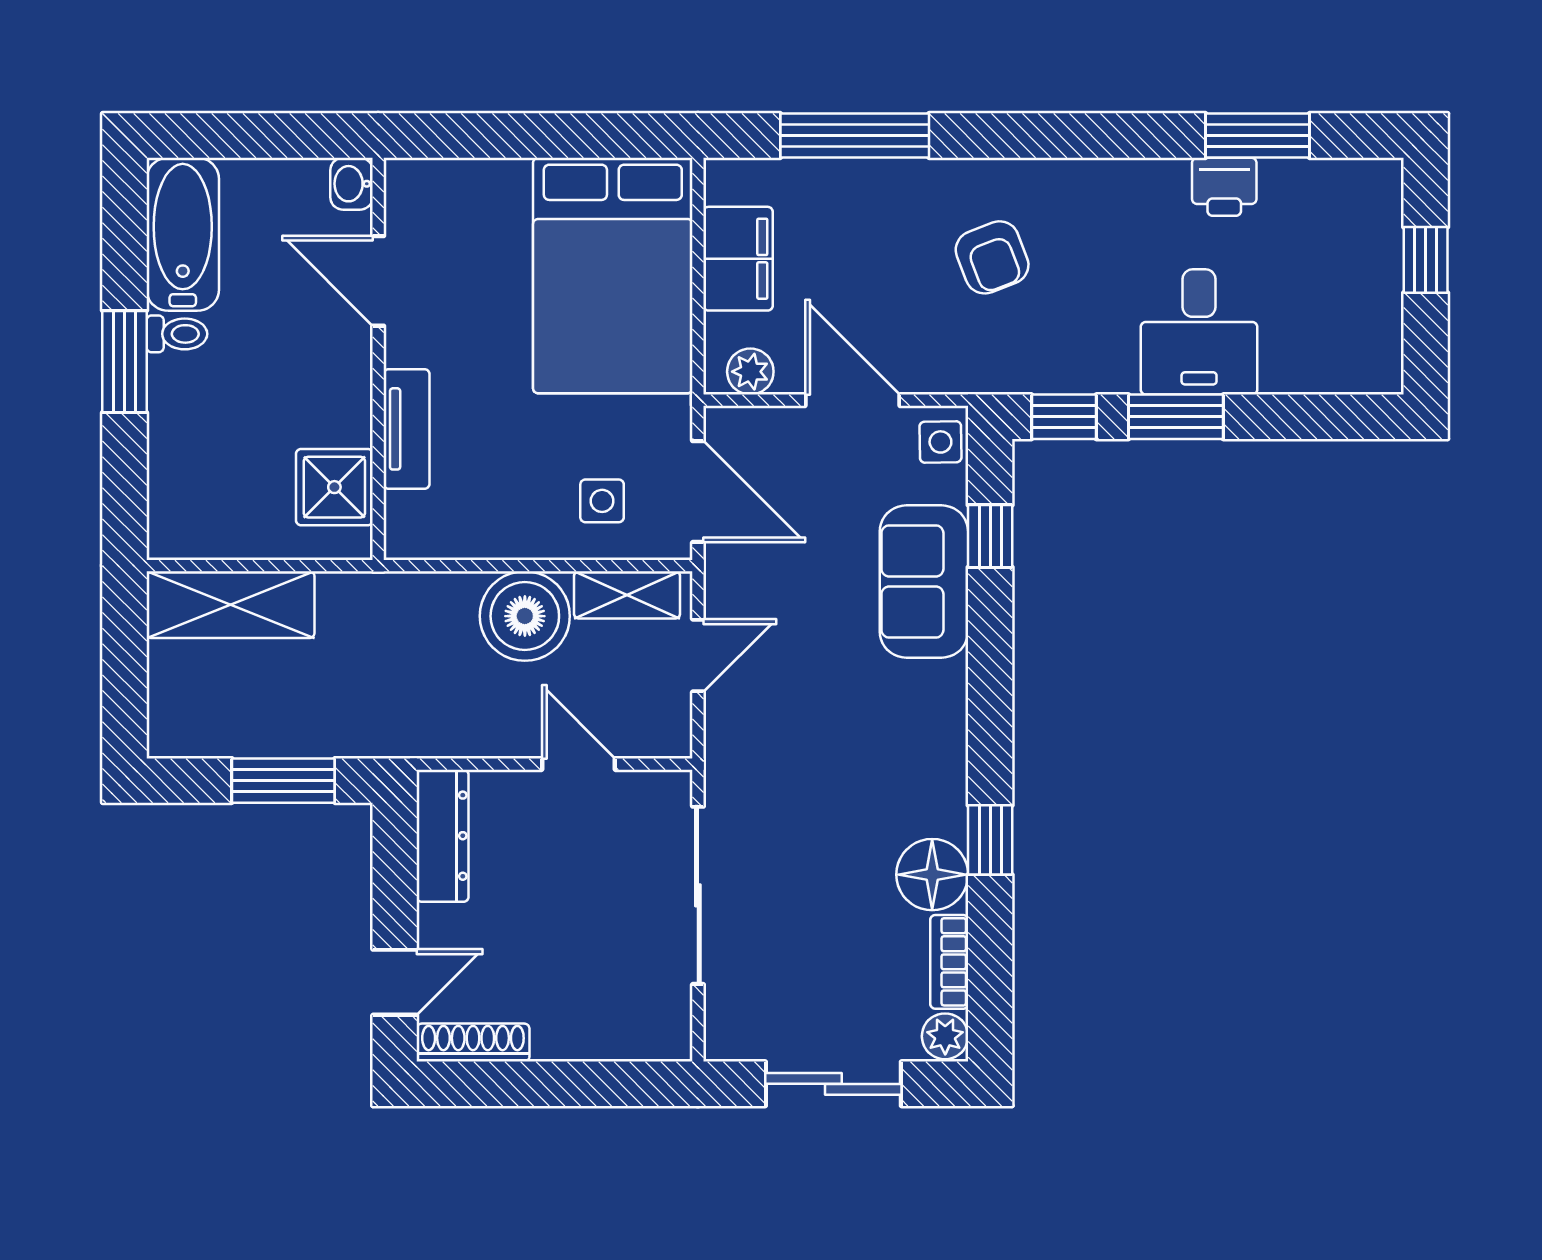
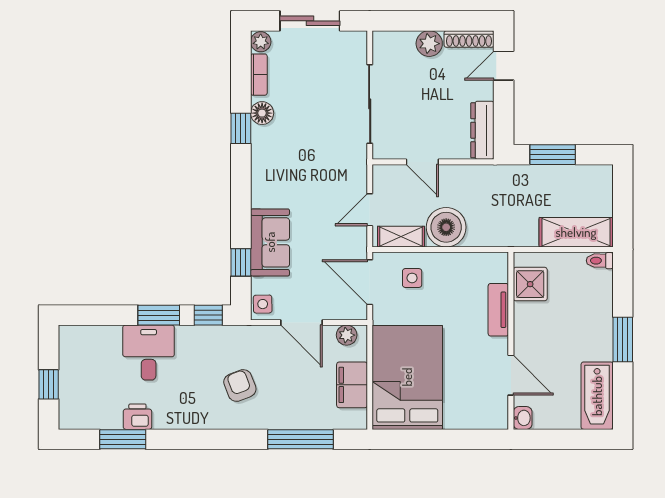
toilet: (177, 334) -> (600, 261), moved
floor lamp: (932, 875) -> (262, 113), width x0.73, depth x0.73
plant: (563, 1032) -> (429, 44), added

